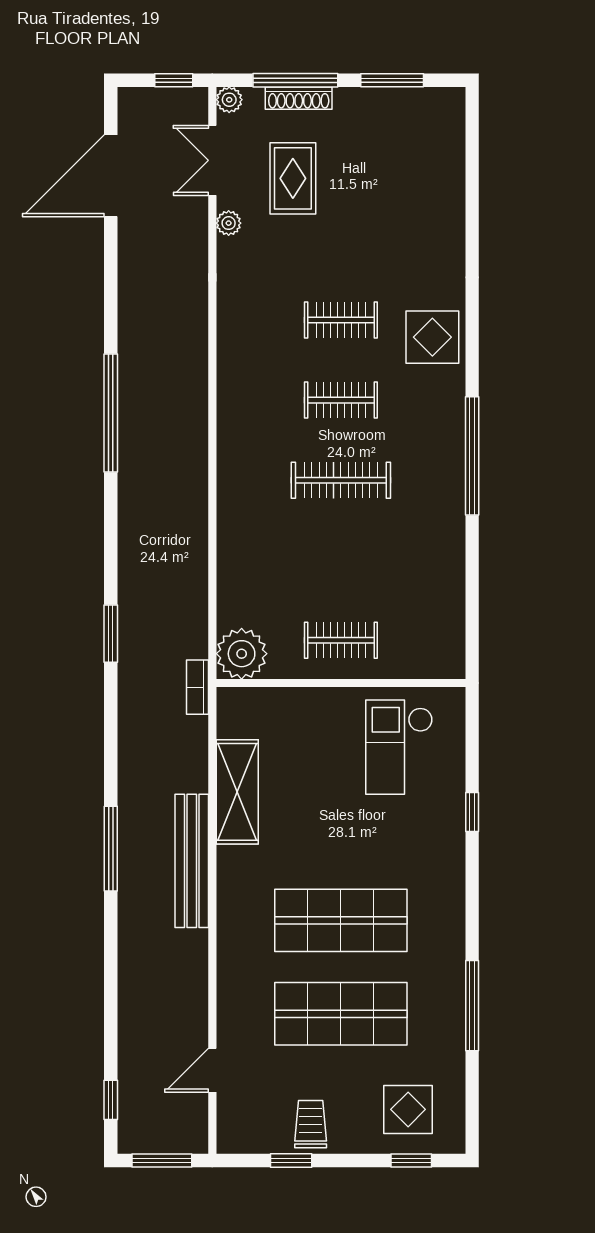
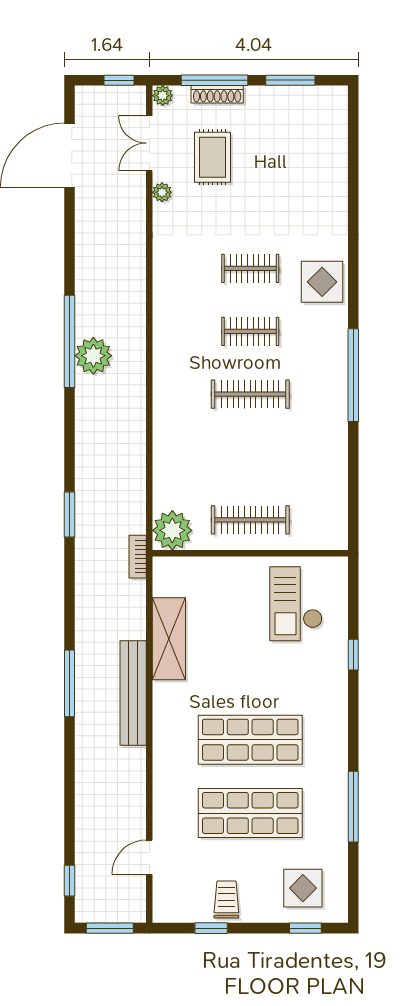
plant: (141, 431) -> (93, 356), added
clothes rail: (341, 640) -> (250, 520), width x1.36

